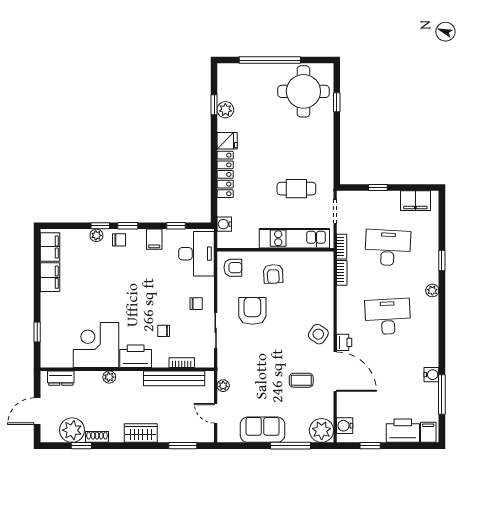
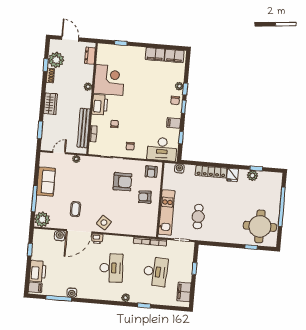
water cooler: (345, 426) -> (60, 236), moved

